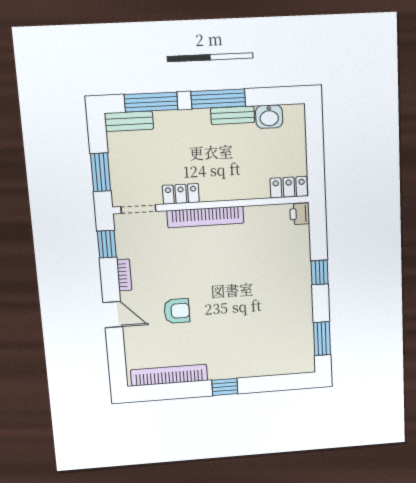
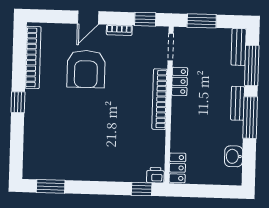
bench: (233, 115) -> (238, 103), moved
window: (320, 272) -> (142, 189), moved
armchair: (177, 311) -> (86, 69), width x1.88, depth x1.88

